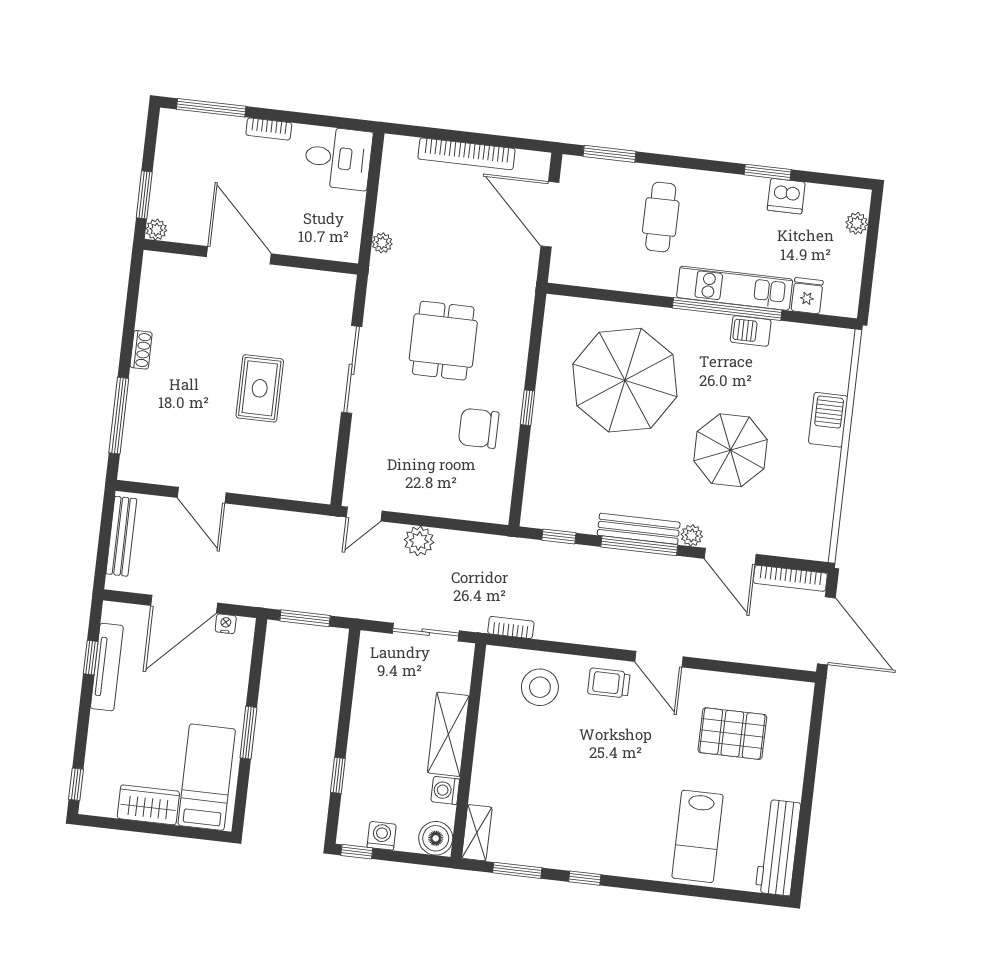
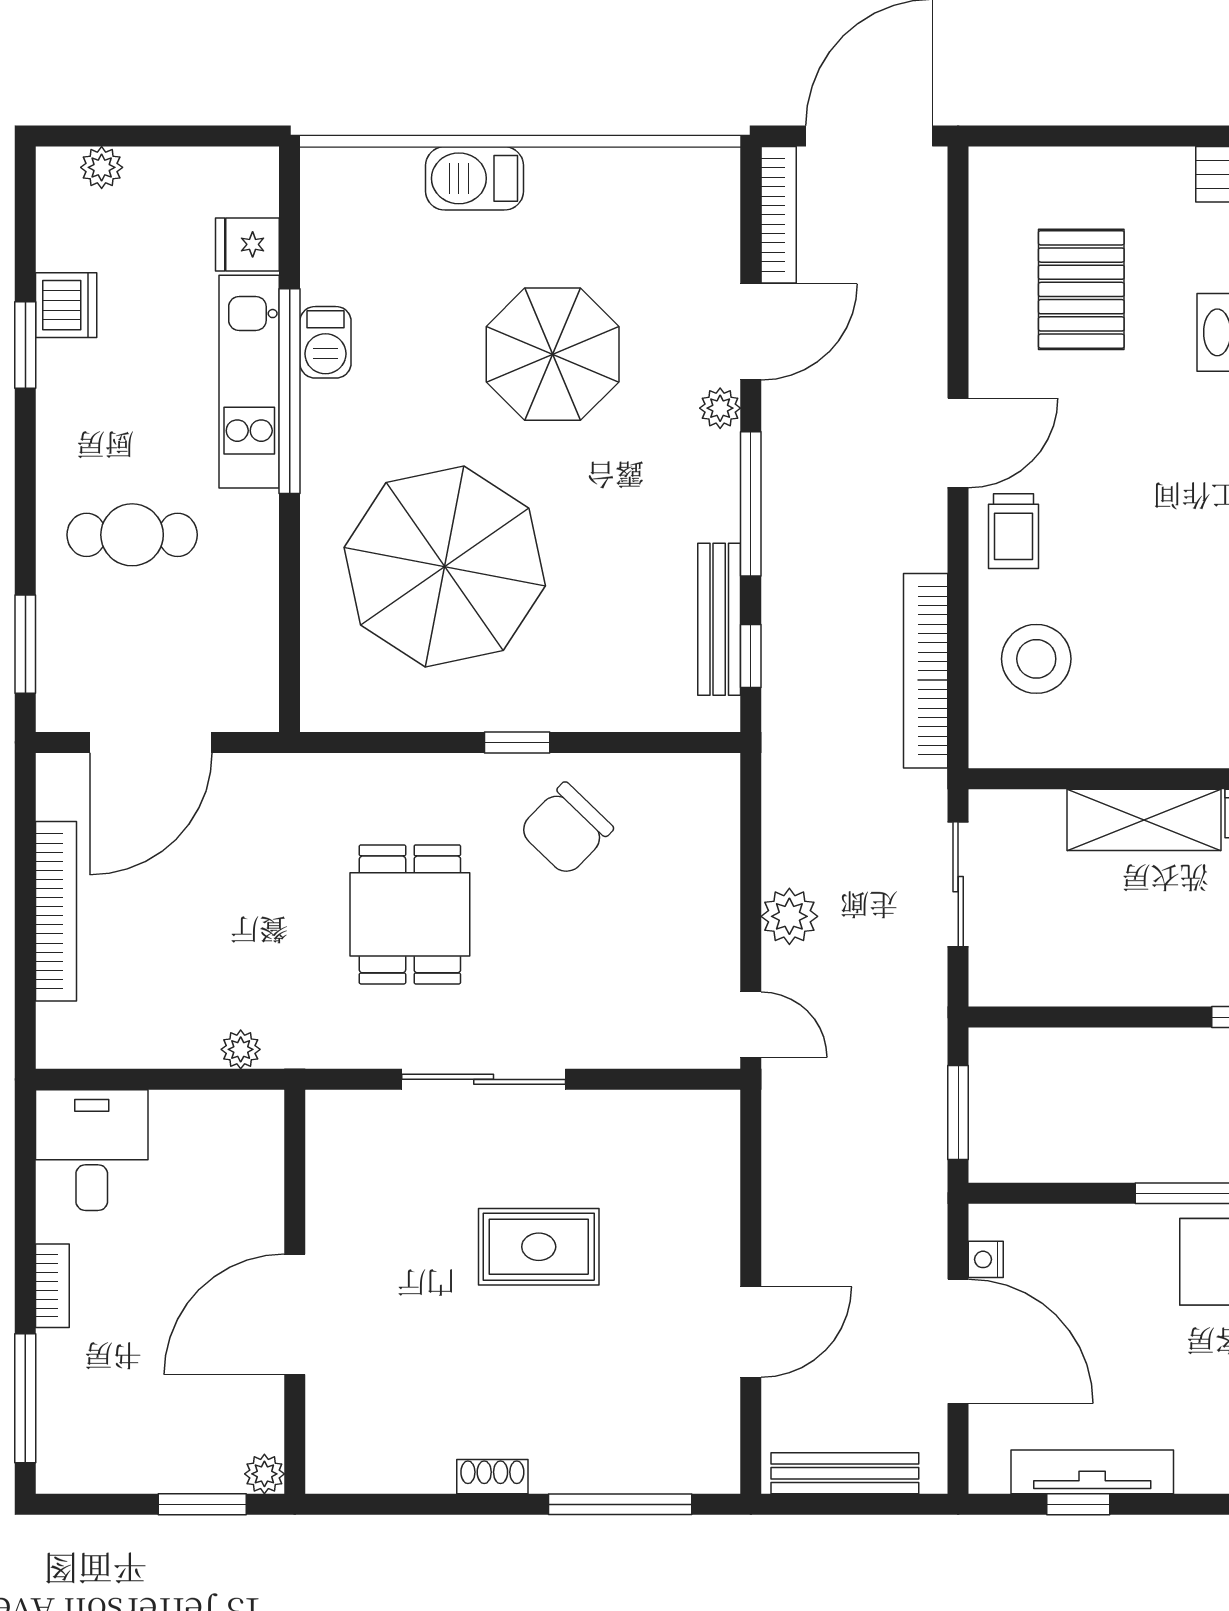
dining table: (443, 341) -> (410, 914), turned 90
chair: (479, 428) -> (566, 829), turned 44
bench: (639, 529) -> (719, 619), moved
bookcase: (511, 627) -> (926, 671), width x2.31, depth x1.31

